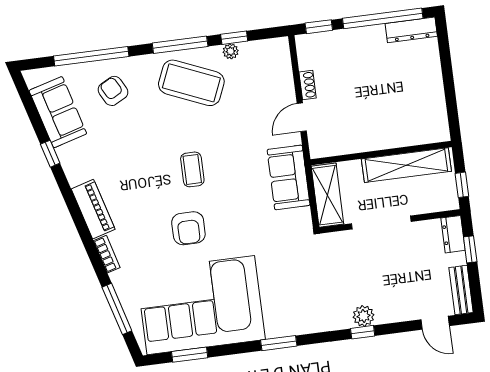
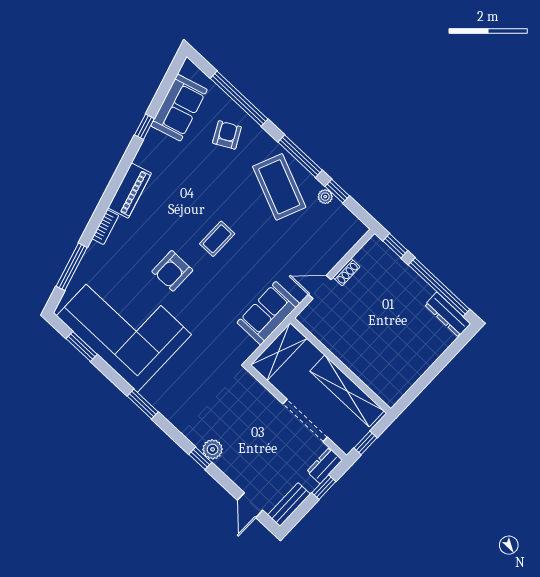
doorway: (381, 223) -> (305, 420), moved

